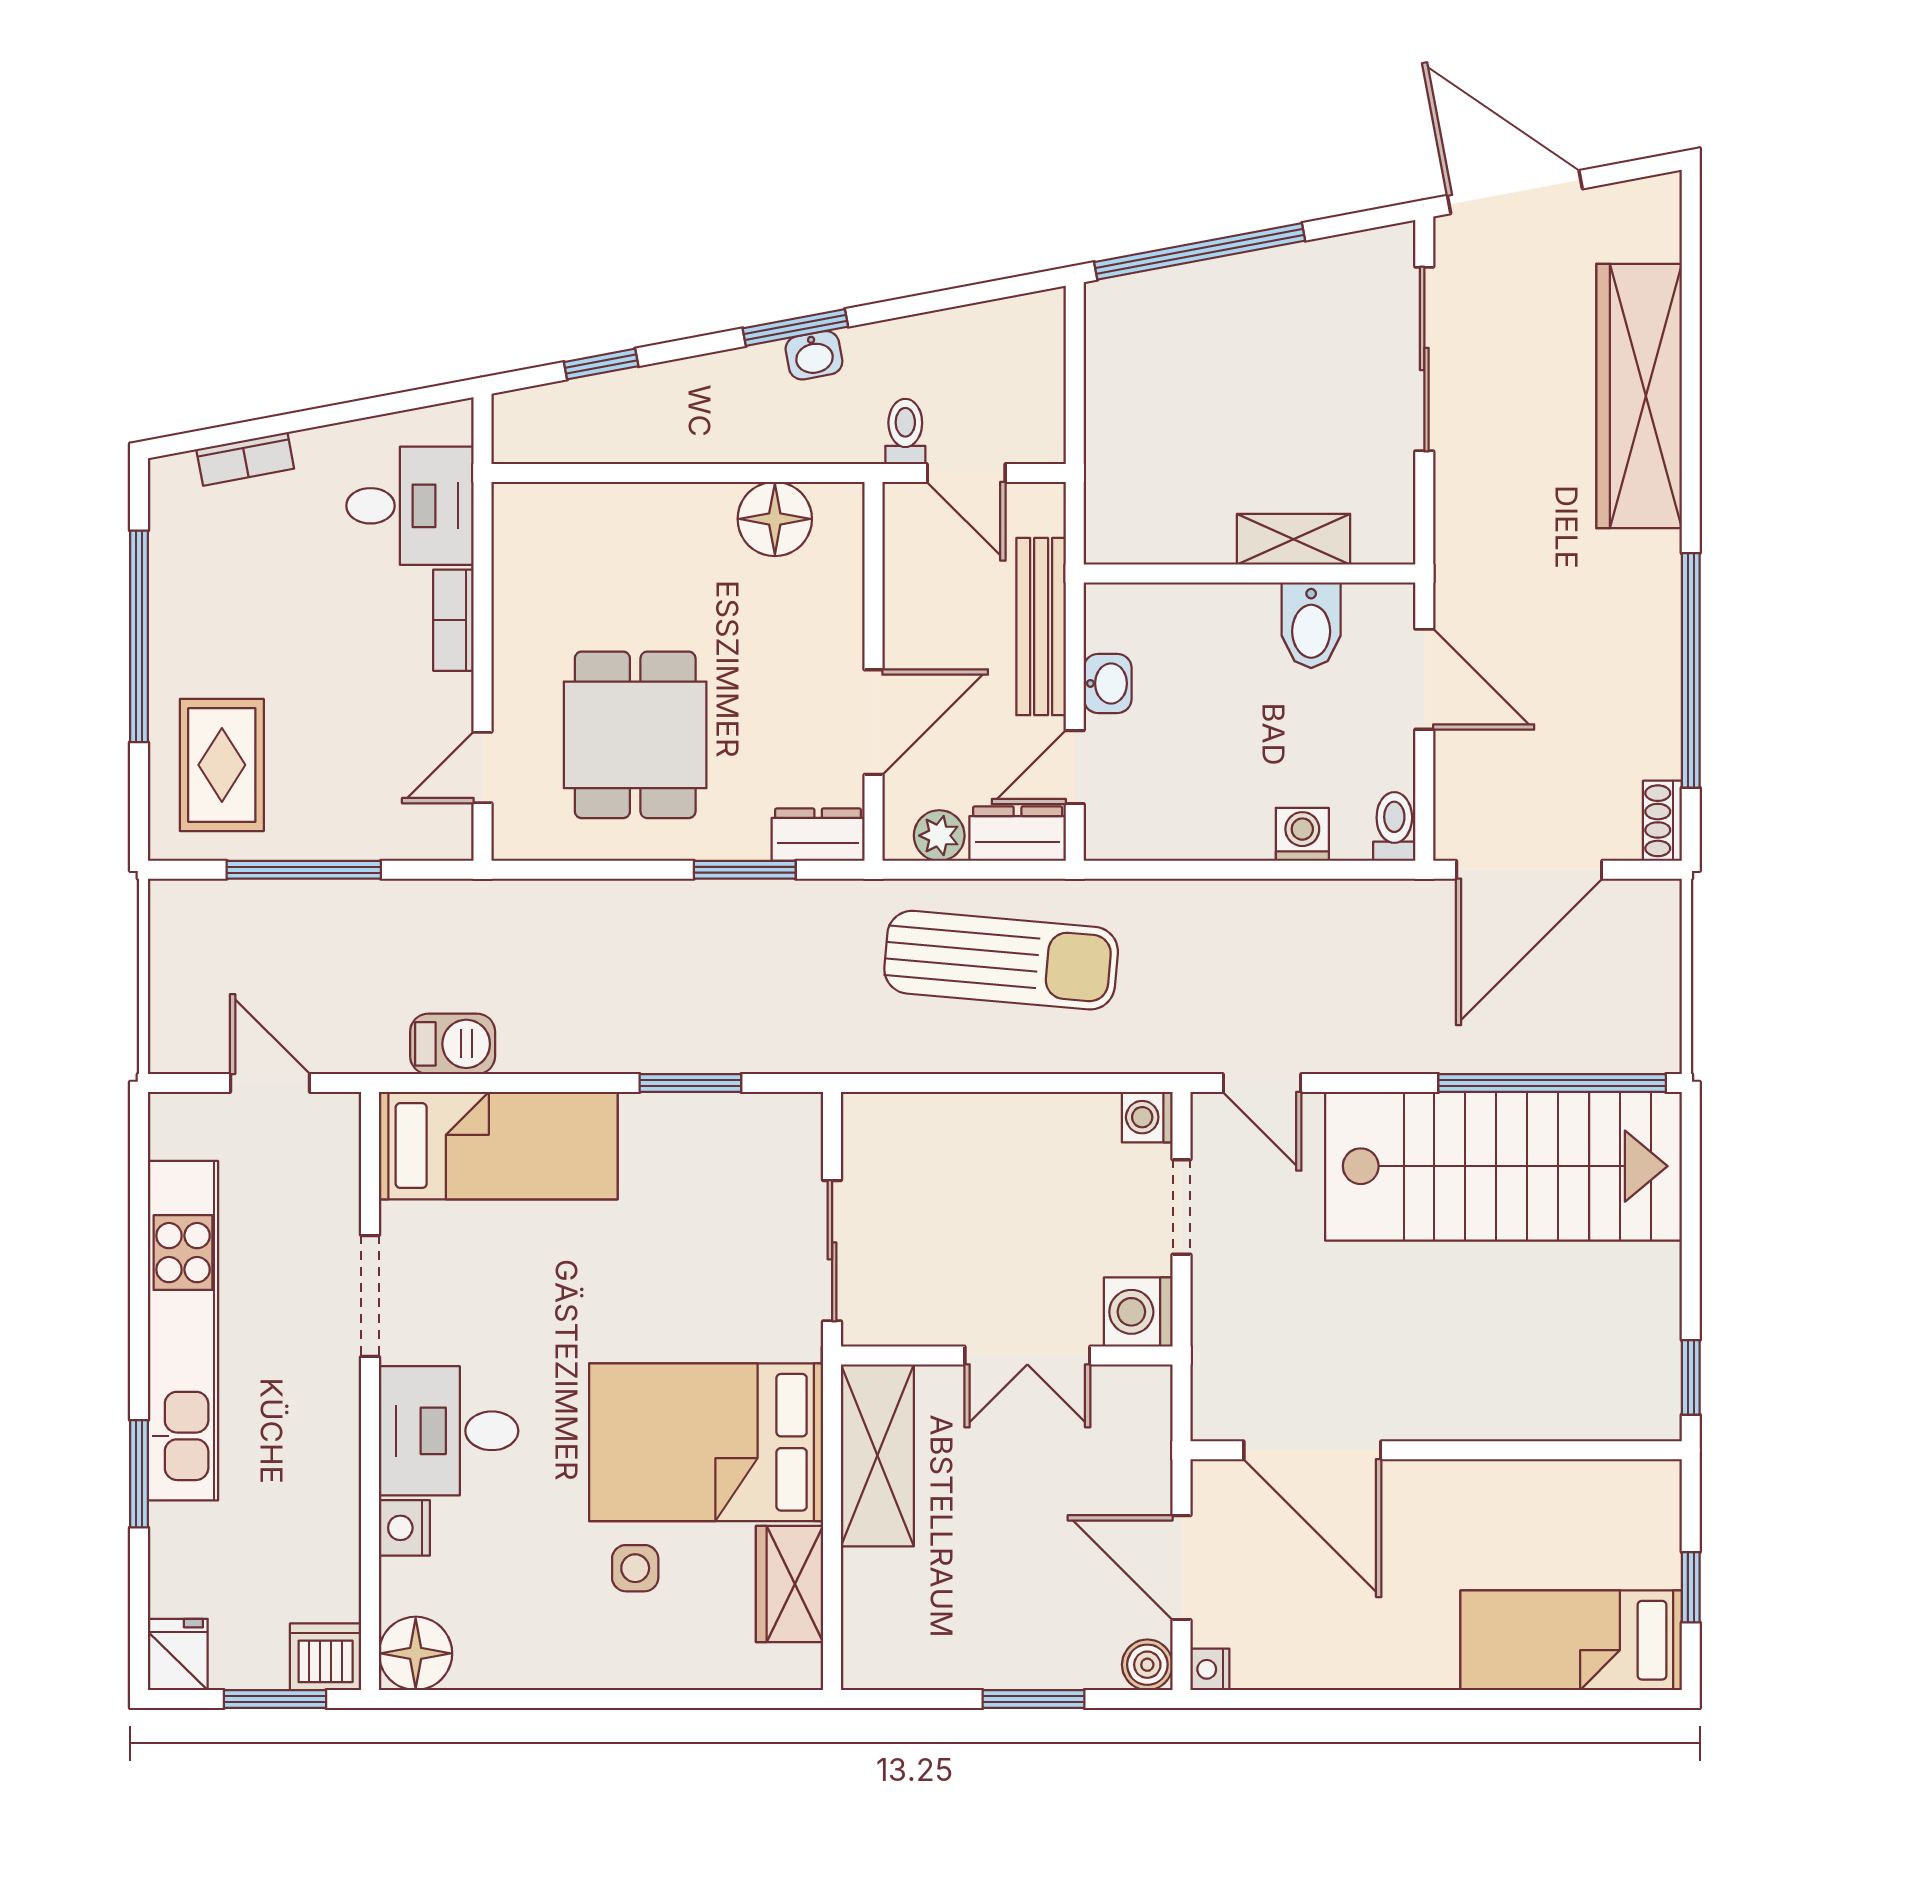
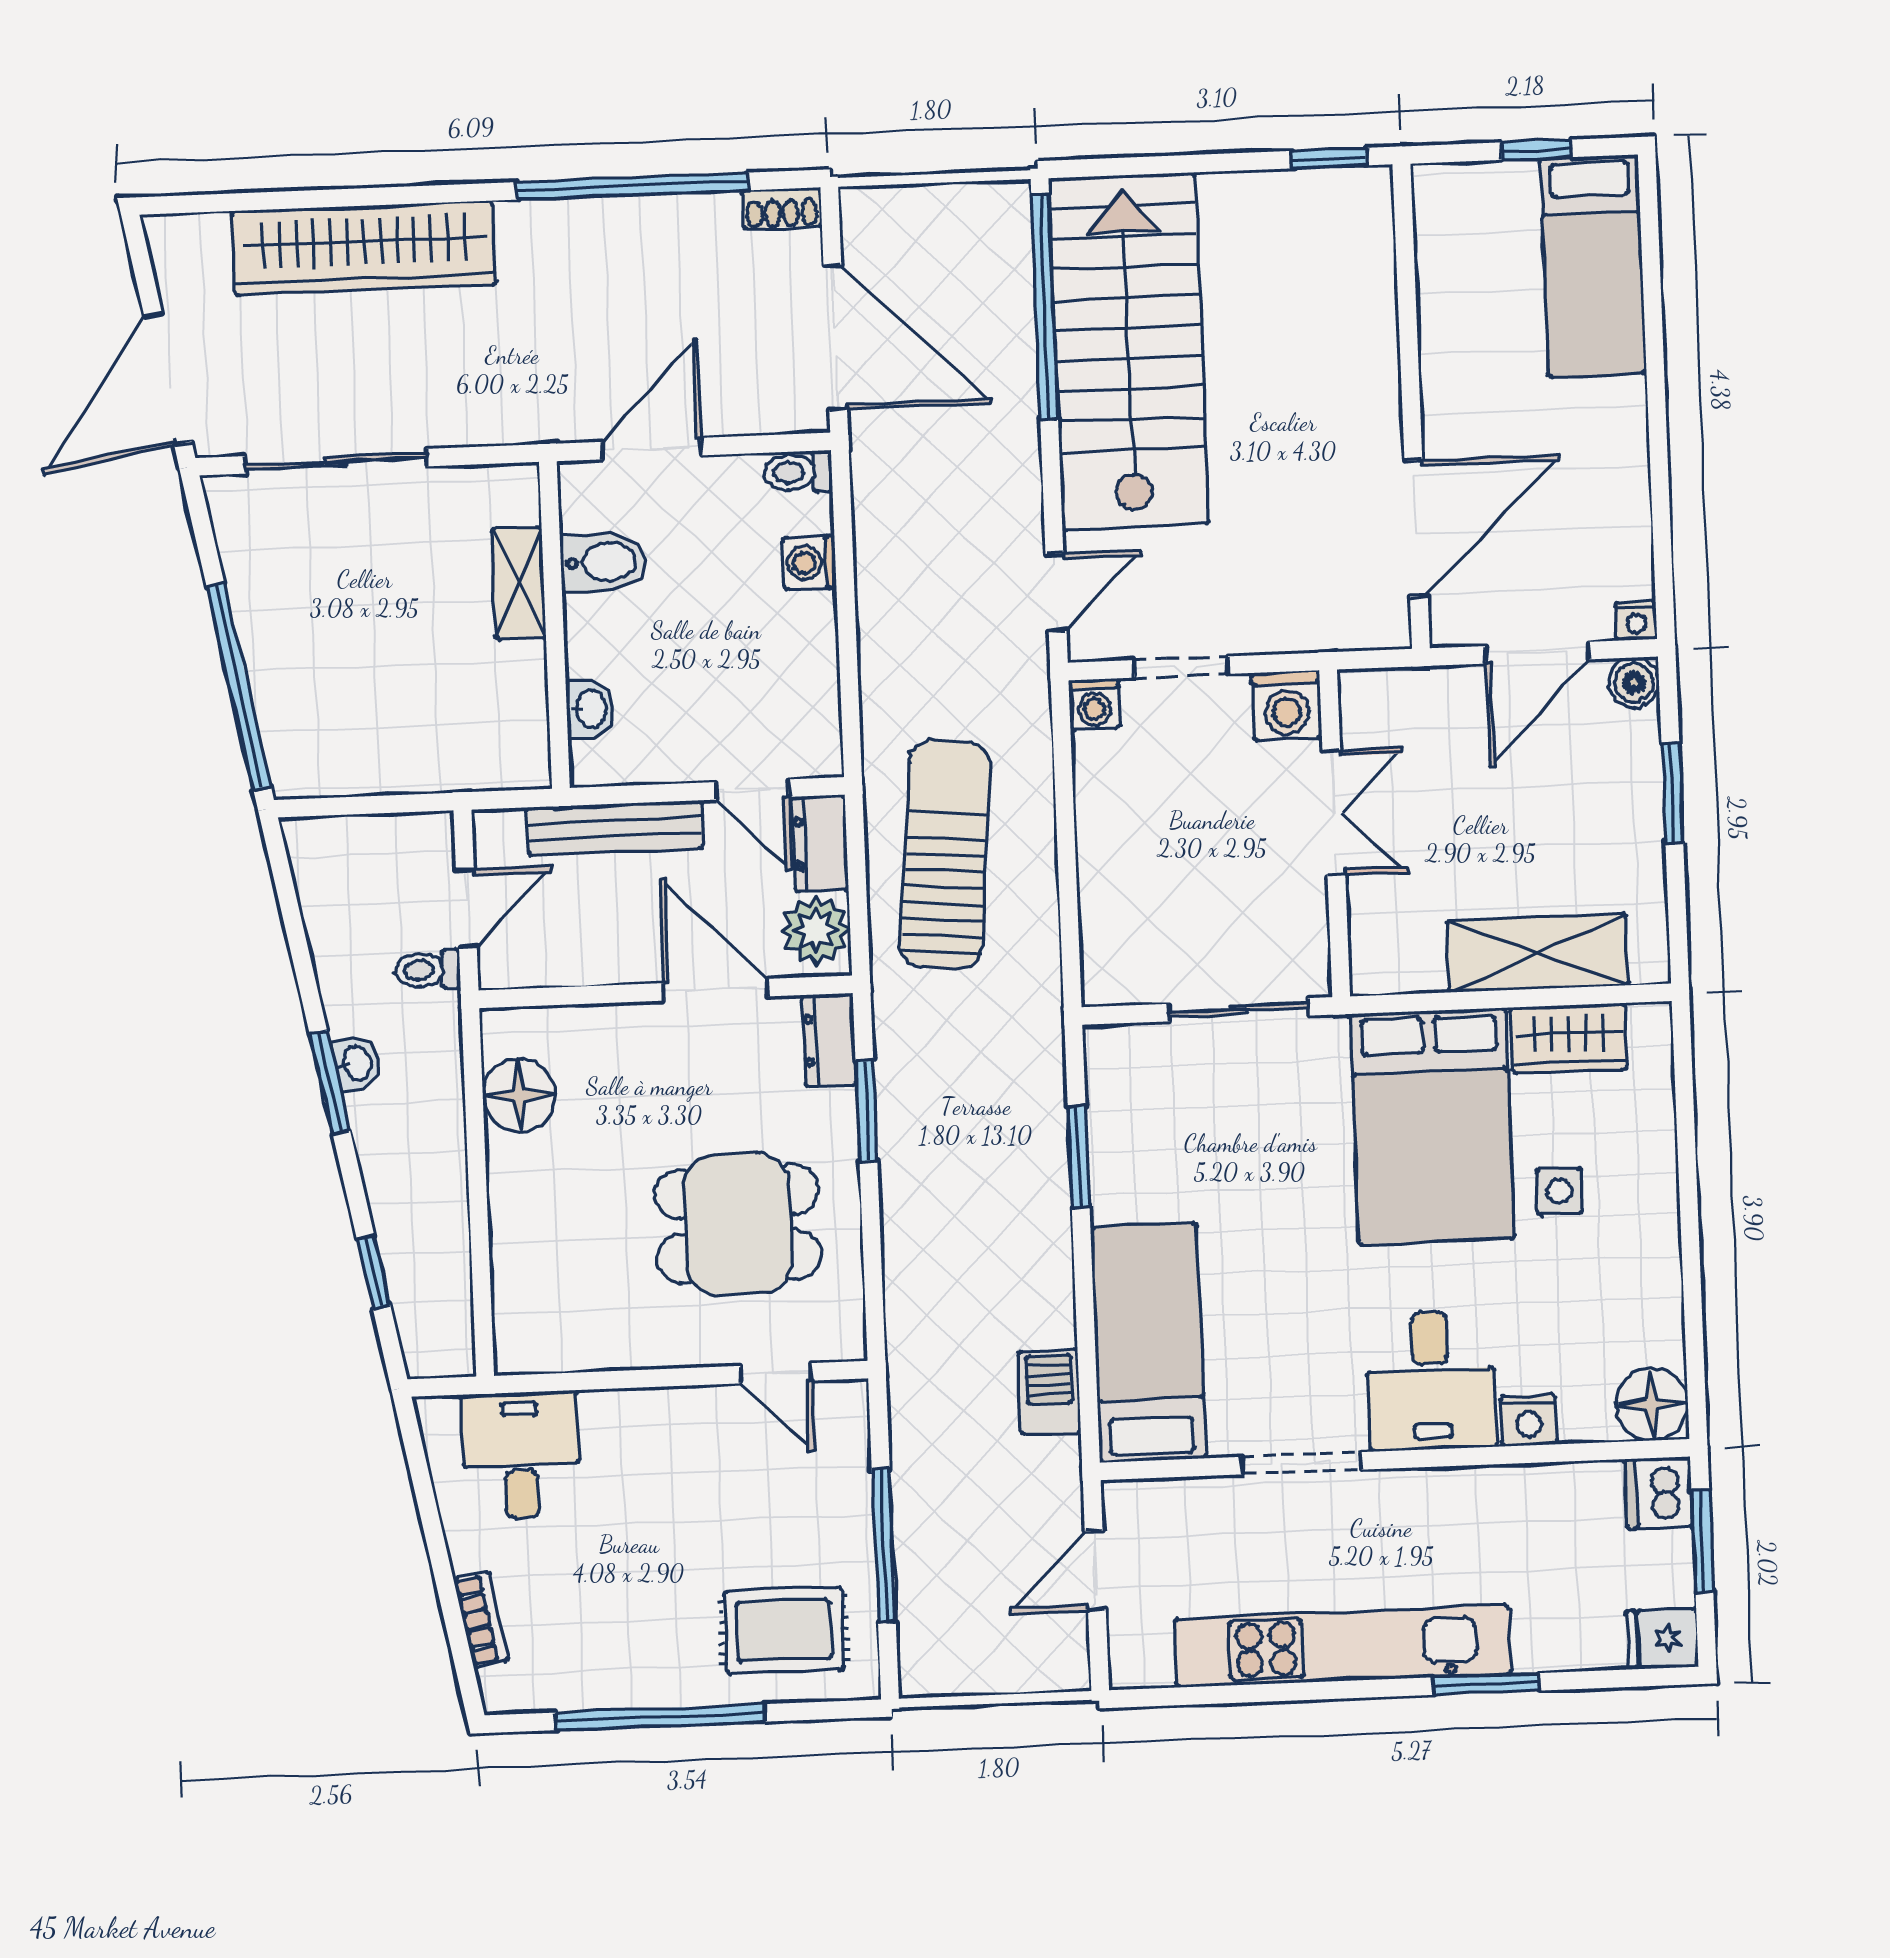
bookcase: (453, 620) -> (632, 1408), removed
washbasin: (1108, 683) -> (590, 709), moved, turned 90
plant: (939, 836) -> (816, 930), width x1.38, depth x1.38
shelving: (877, 1455) -> (1538, 953), moved

